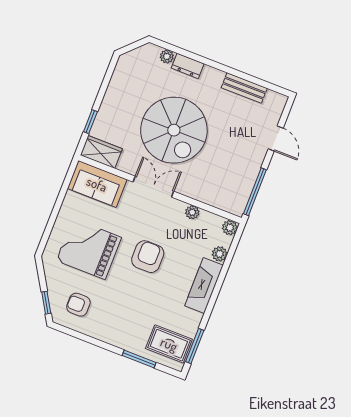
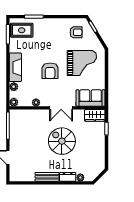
bench: (244, 88) -> (47, 177), moved
spiral stairs: (174, 130) -> (62, 141), width x0.73, depth x0.73

